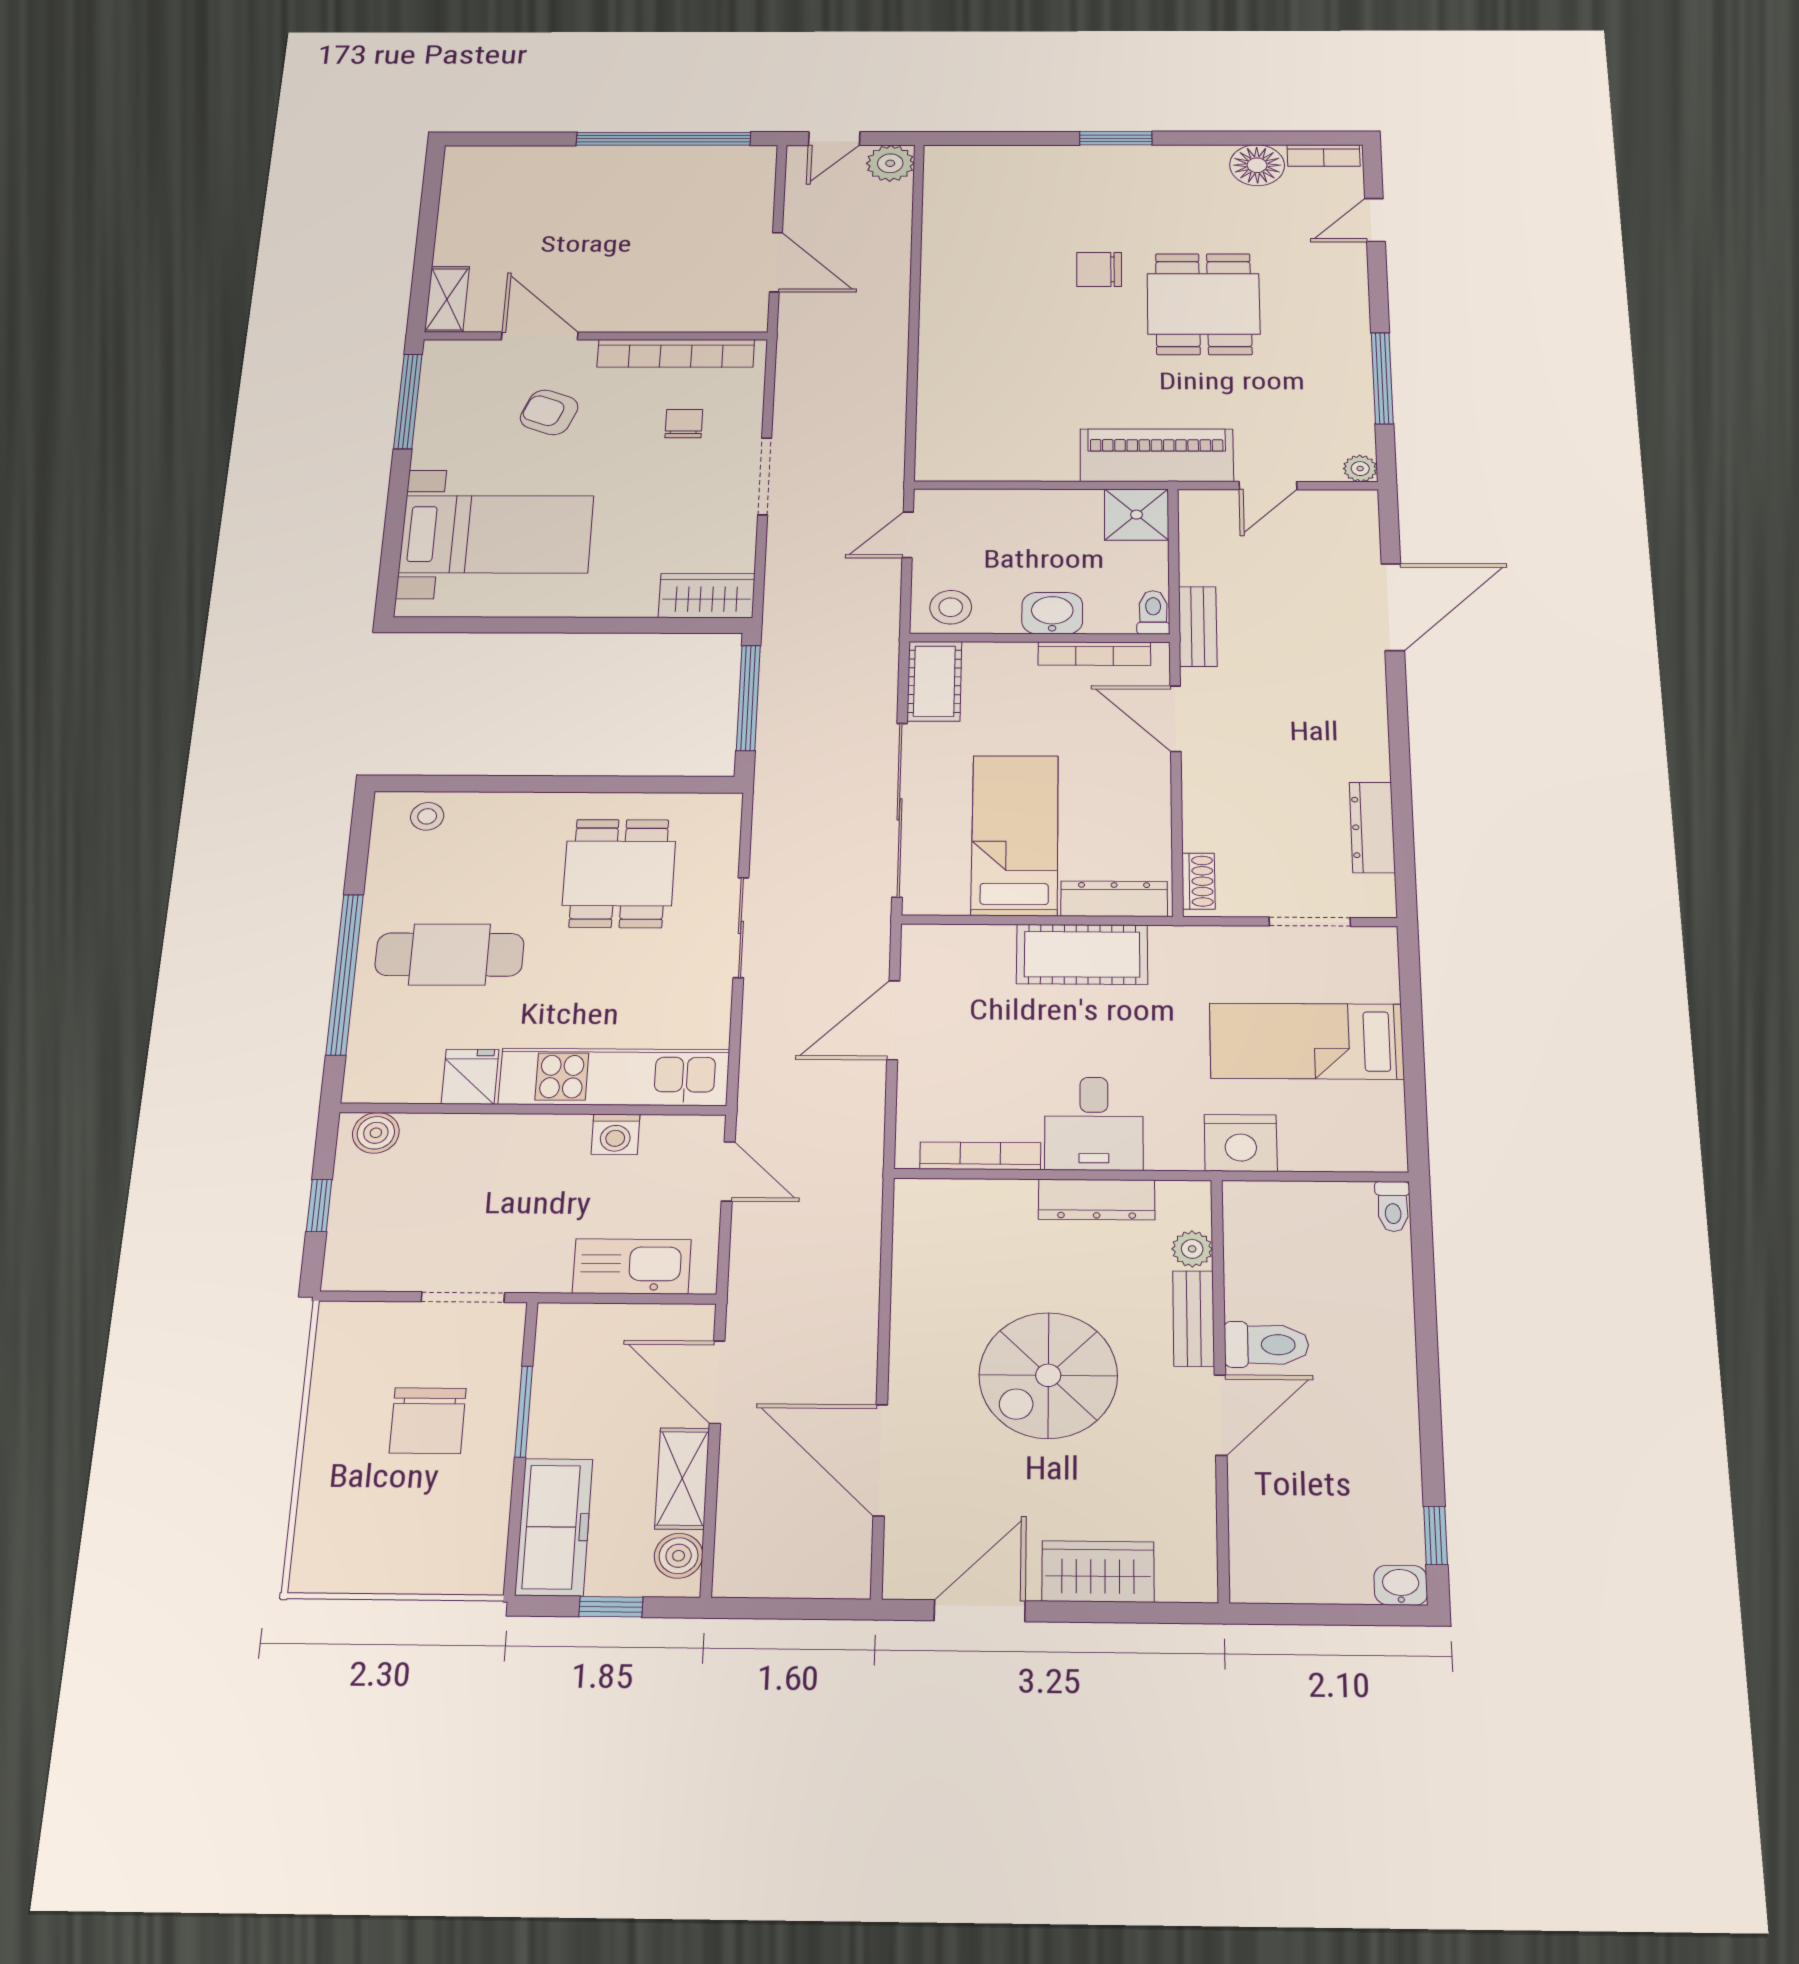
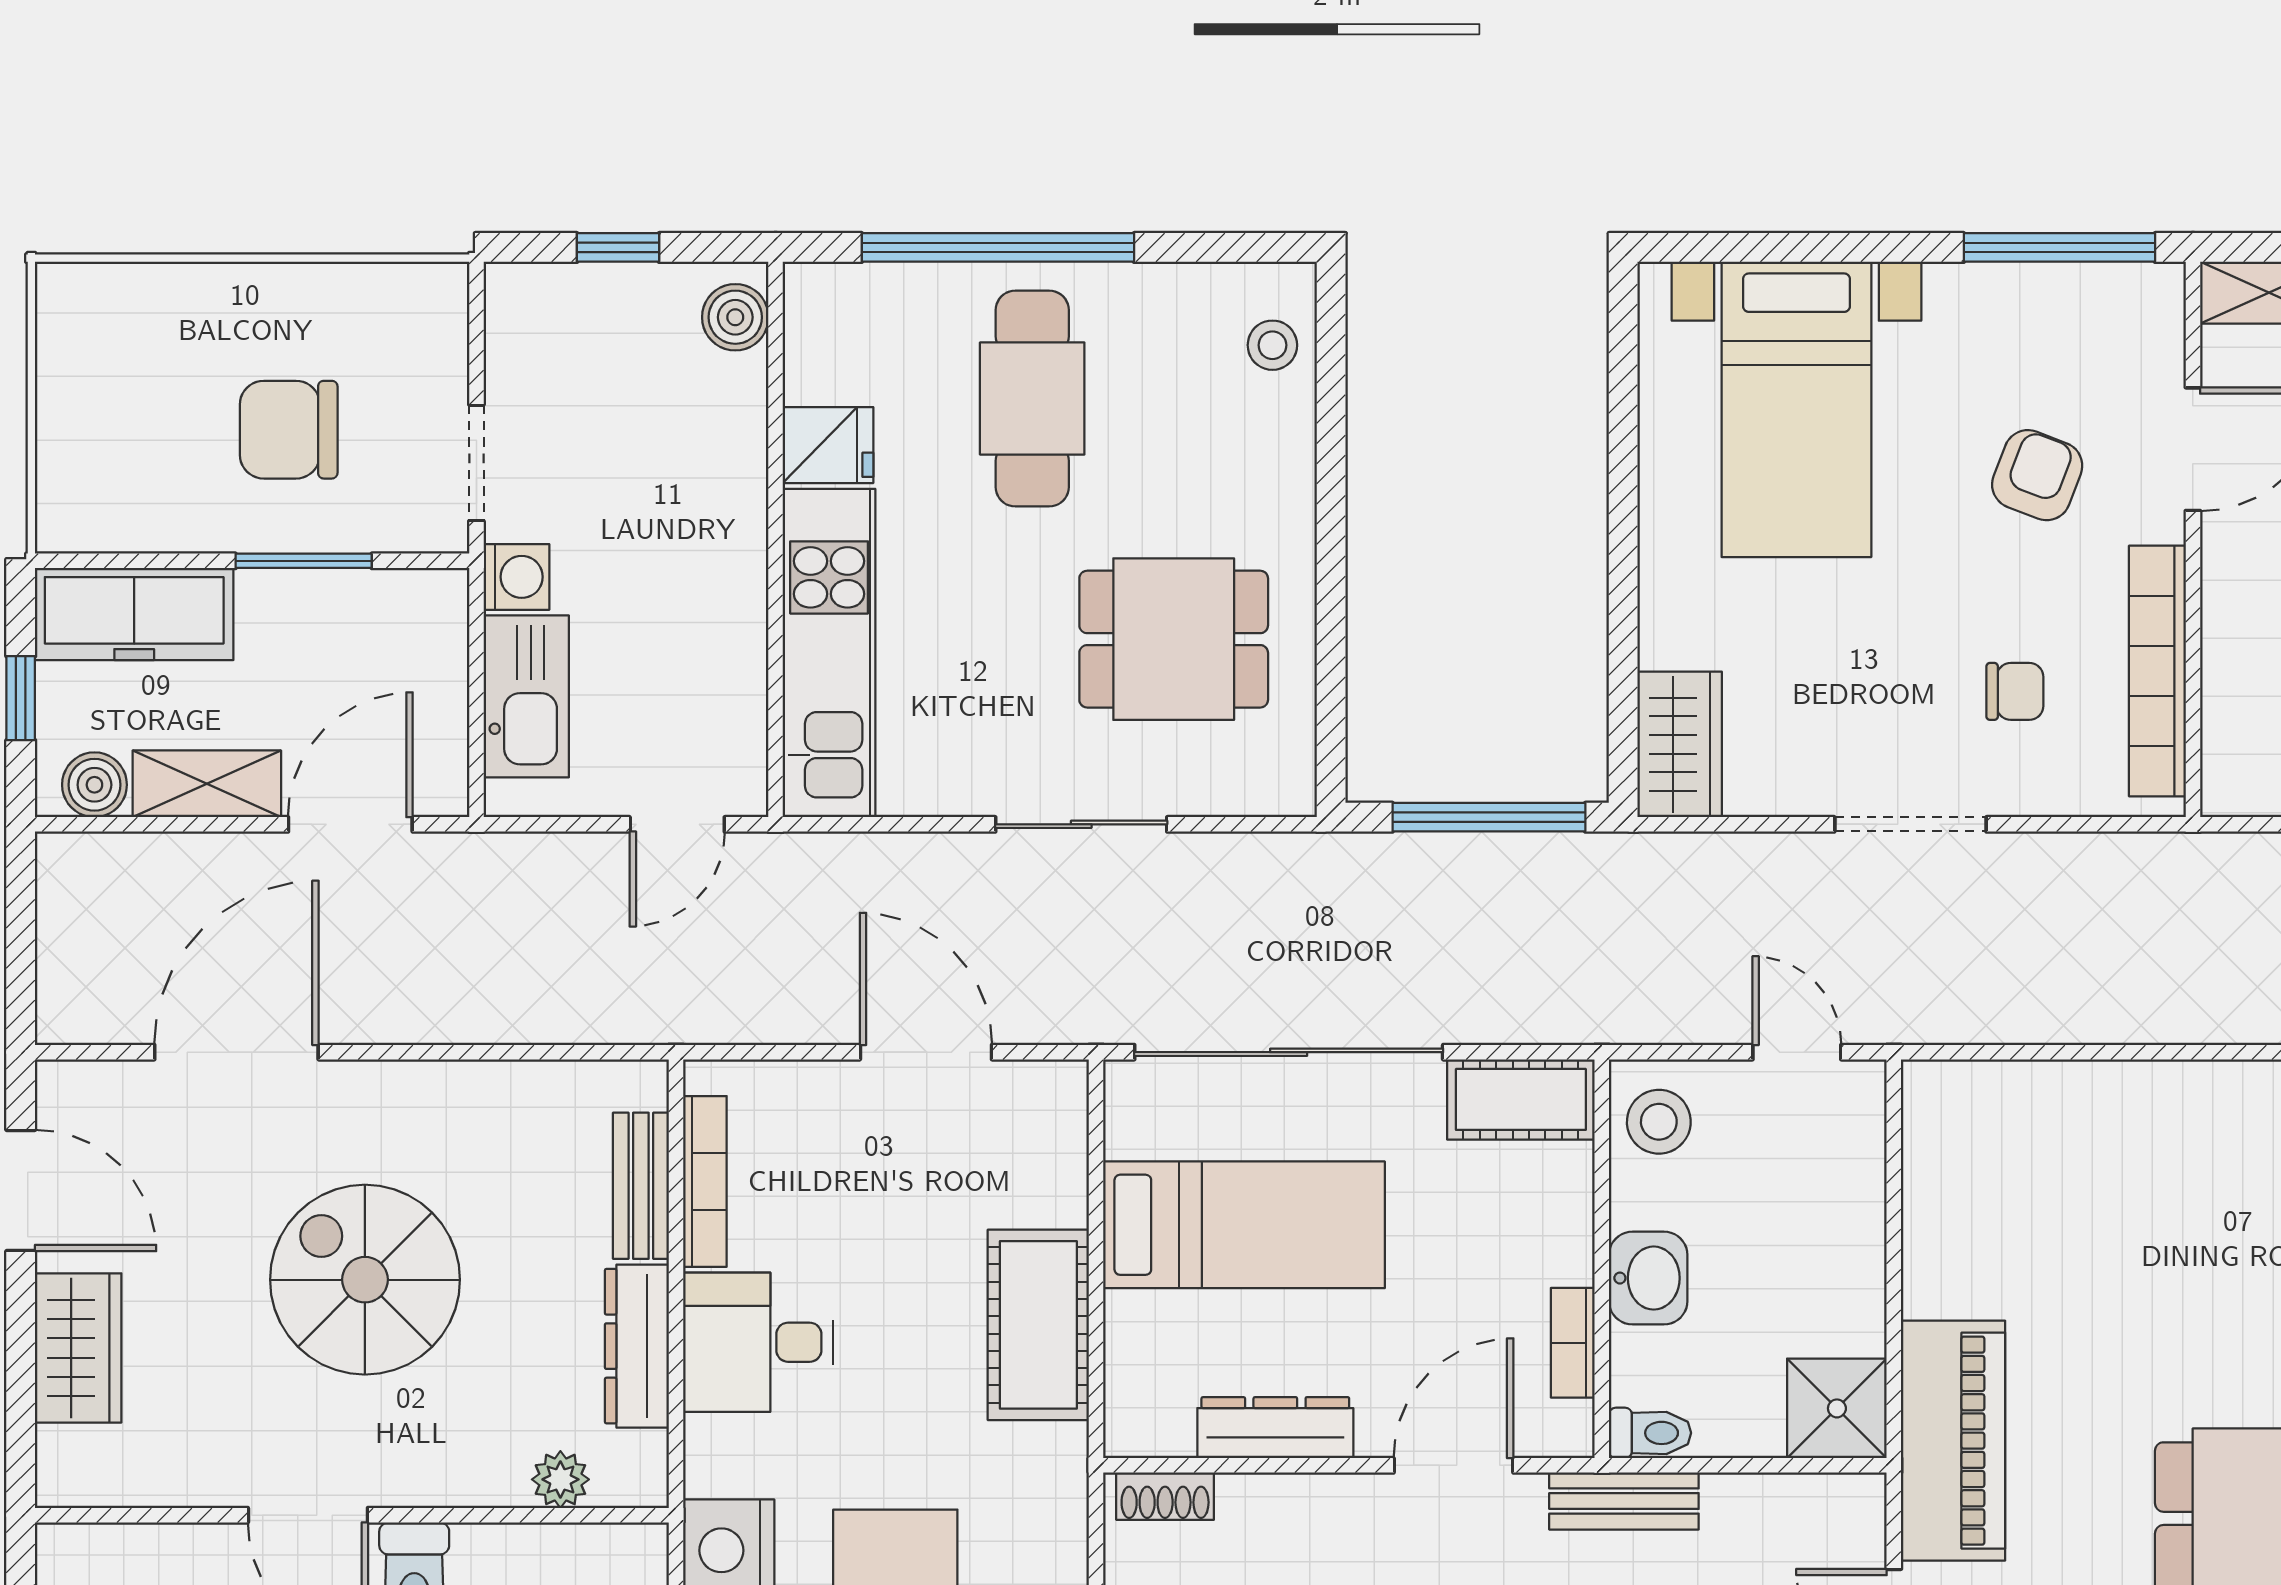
bookcase: (1094, 654) -> (1573, 1343), width x0.64
dresser: (1114, 899) -> (1275, 1428), moved, turned -90
washing machine: (615, 1134) -> (516, 577), moved, turned 180
bench: (1194, 1318) -> (641, 1186), moved, turned 90

